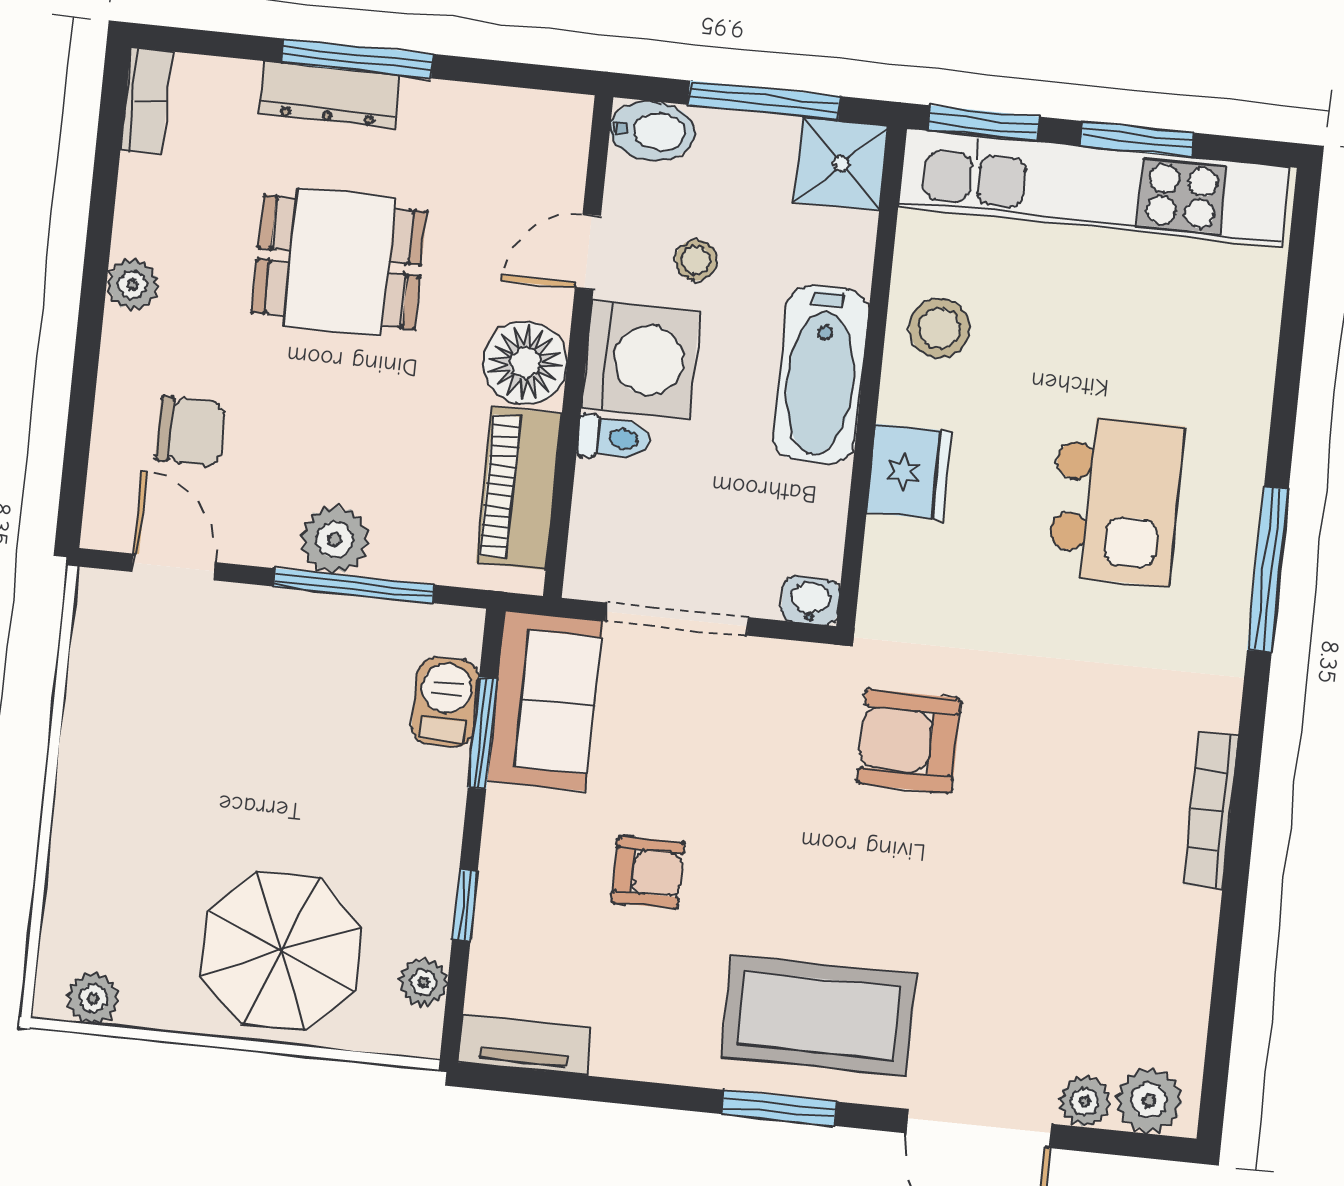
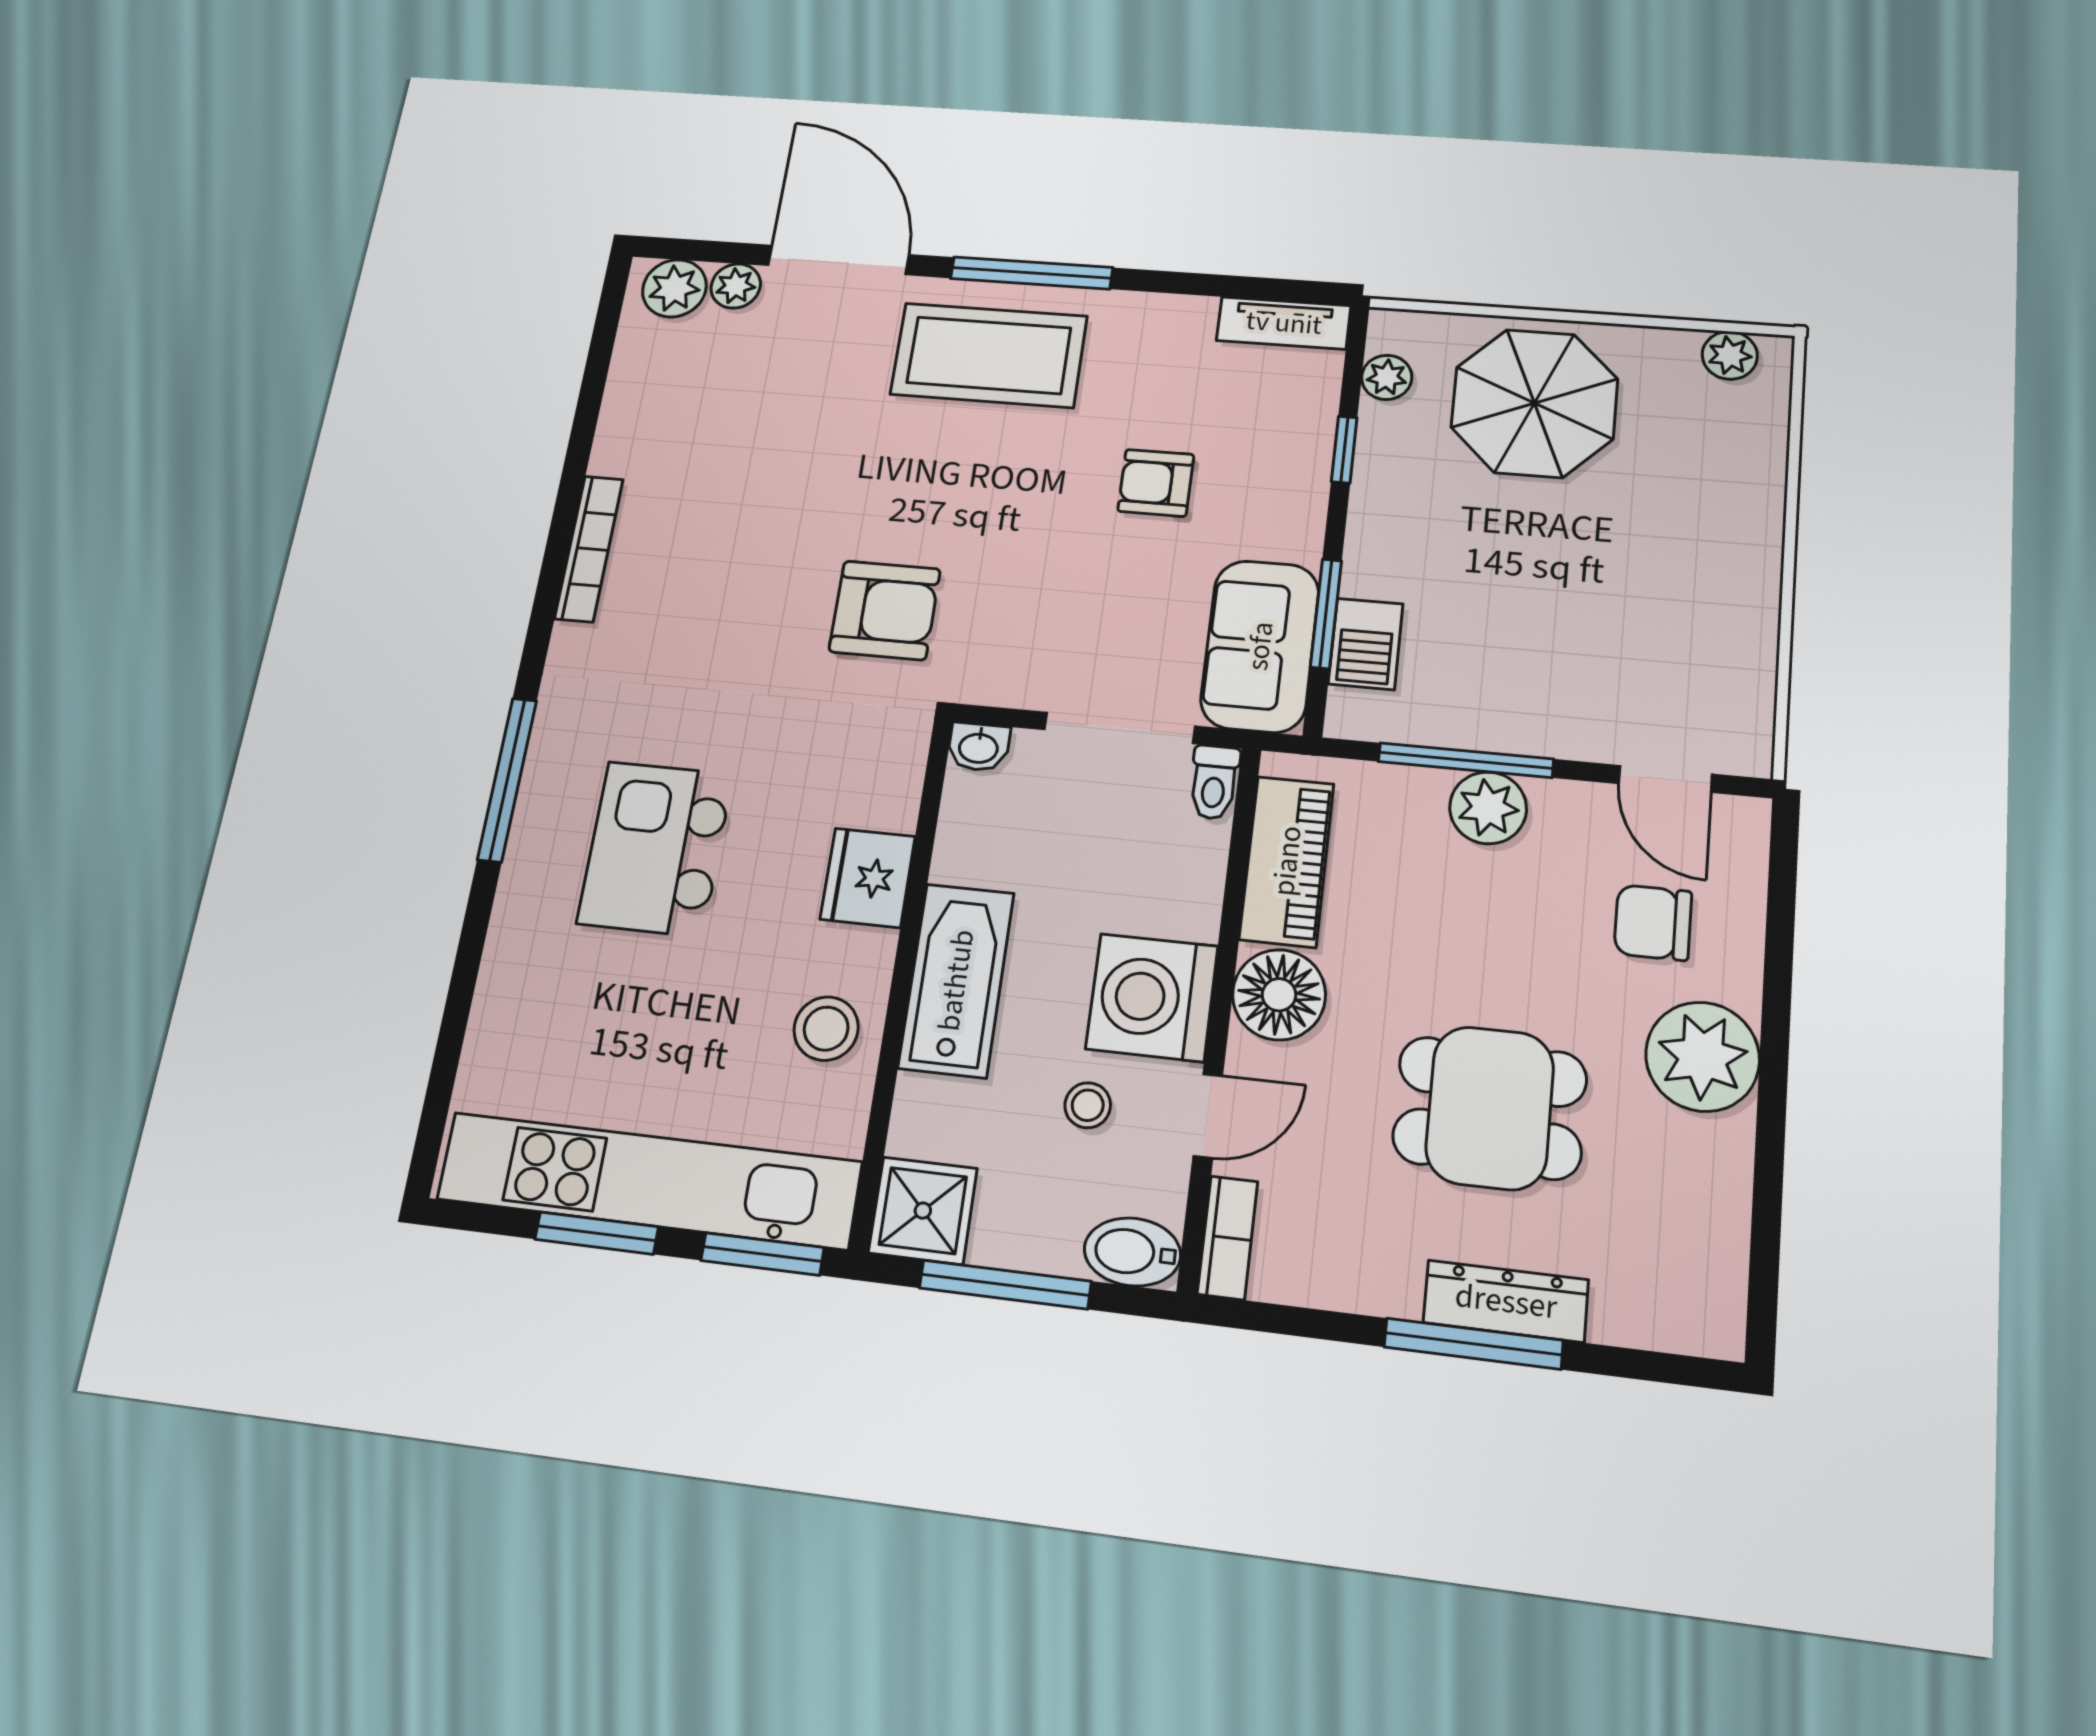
bookcase: (146, 101) -> (1228, 1238), moved, turned 180
plant: (133, 285) -> (1703, 1057), width x1.87, depth x1.87
toilet: (614, 438) -> (1214, 782), moved, turned -90
window: (779, 1108) -> (1031, 273), width x1.44

